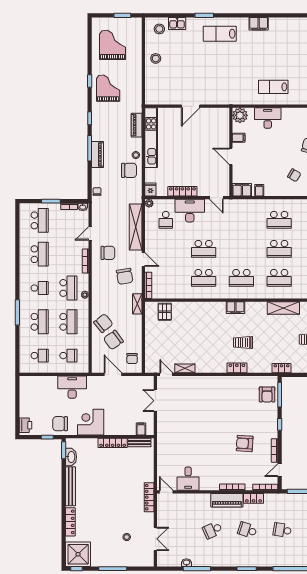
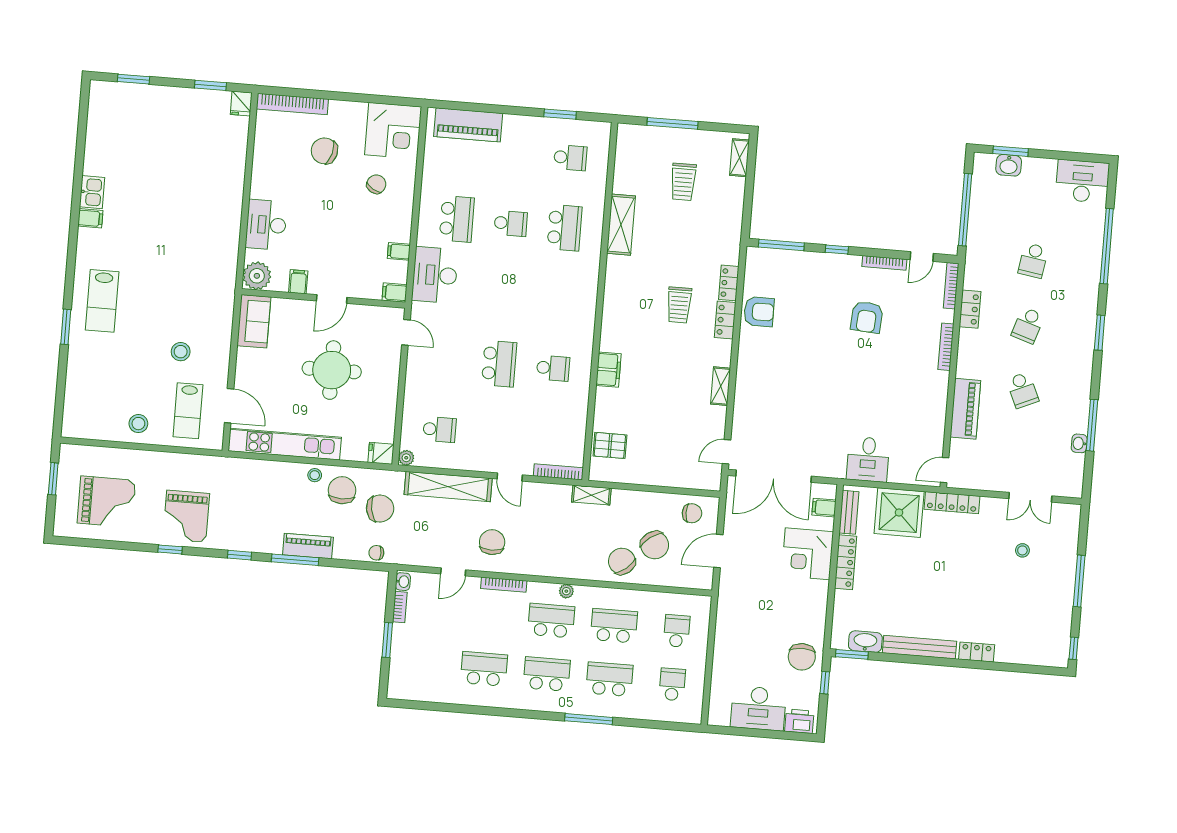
kitchen sink: (177, 23) -> (92, 192), moved
filing cabinet: (259, 24) -> (90, 218), width x0.50
stool: (159, 29) -> (181, 352), moved
grand piano: (113, 45) -> (106, 502), turned 180
lab bench: (273, 87) -> (188, 411), moved
grand piano: (108, 88) -> (186, 516), turned -90
door: (191, 106) -> (229, 406), moved
sofa: (215, 116) -> (254, 321), added
piano: (137, 125) -> (259, 469), removed
round table: (193, 160) -> (332, 370), added
filing cabinet: (242, 190) -> (395, 292), width x0.50
locker: (182, 191) -> (389, 394), removed
door: (216, 198) -> (406, 332), hinge flipped
desk: (190, 211) -> (435, 275), moved
school desk: (40, 220) -> (421, 664), removed
door: (90, 233) -> (453, 572), hinge flipped
school desk: (279, 249) -> (511, 223), width x0.54
door: (143, 259) -> (510, 477), swing flipped
chair: (125, 276) -> (380, 509), moved
school desk: (204, 278) -> (553, 368), width x0.54
school desk: (241, 278) -> (559, 298), removed
school desk: (40, 288) -> (547, 674), width x1.85
filing cabinet: (235, 308) -> (608, 370), moved
shelving: (185, 368) -> (721, 386), moved
locker: (282, 368) -> (729, 283), moved
desk: (72, 387) -> (758, 708), moved, turned -90
armchair: (267, 394) -> (759, 312), moved
double door: (155, 401) -> (774, 476), width x1.87
corner desk: (91, 422) -> (807, 554), moved
door: (280, 470) -> (922, 257), hinge flipped
desk: (188, 479) -> (868, 459), moved, turned 90
piano: (227, 500) -> (965, 409), moved
locker: (70, 522) -> (977, 652), width x0.66
double door: (155, 539) -> (1030, 497), swing flipped
shower: (78, 554) -> (899, 513), moved

